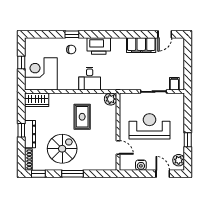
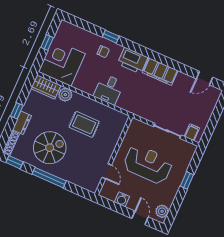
filing cabinet: (141, 45) -> (160, 72), moved
plant: (111, 99) -> (65, 95), moved
rug: (82, 117) -> (84, 124), turned 90
dresser: (30, 134) -> (22, 123), width x0.70
window: (188, 140) -> (187, 180), moved
window: (73, 174) -> (49, 178), width x1.44

